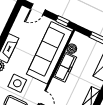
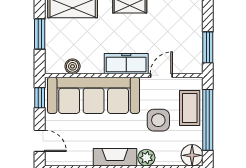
freezer: (65, 67) -> (126, 64), moved

